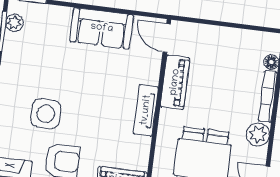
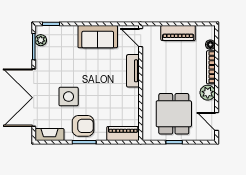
piano: (175, 82) -> (178, 33), moved, turned 90
tv unit: (146, 110) -> (133, 71), moved

